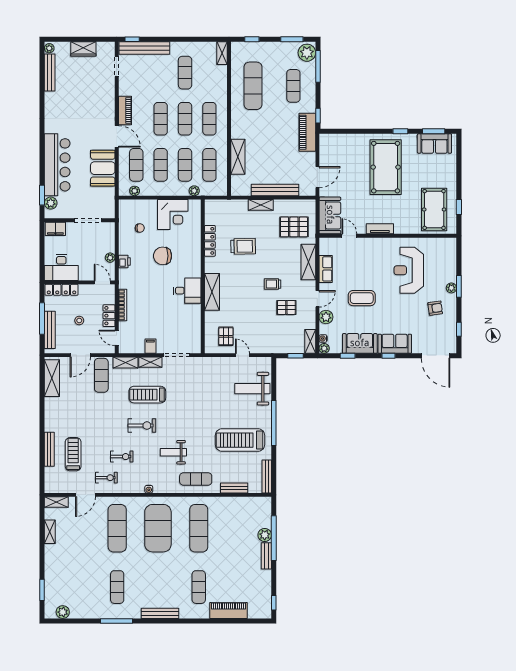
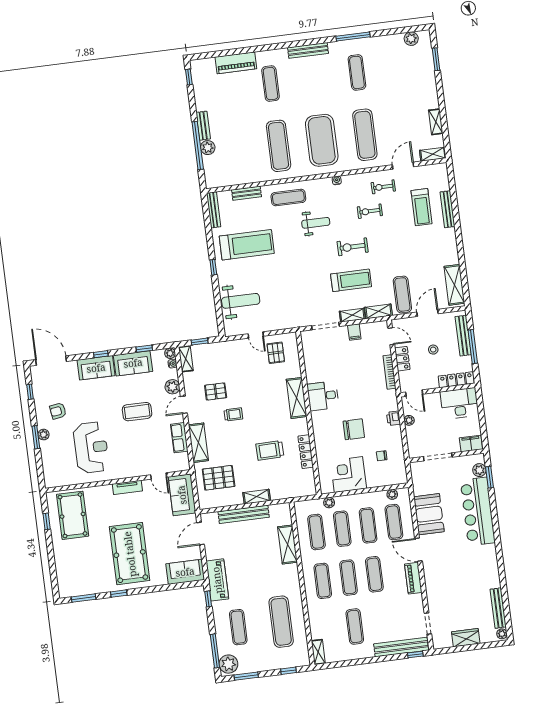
sofa: (434, 144) -> (185, 572), moved
window: (274, 423) -> (213, 267), width x0.32

